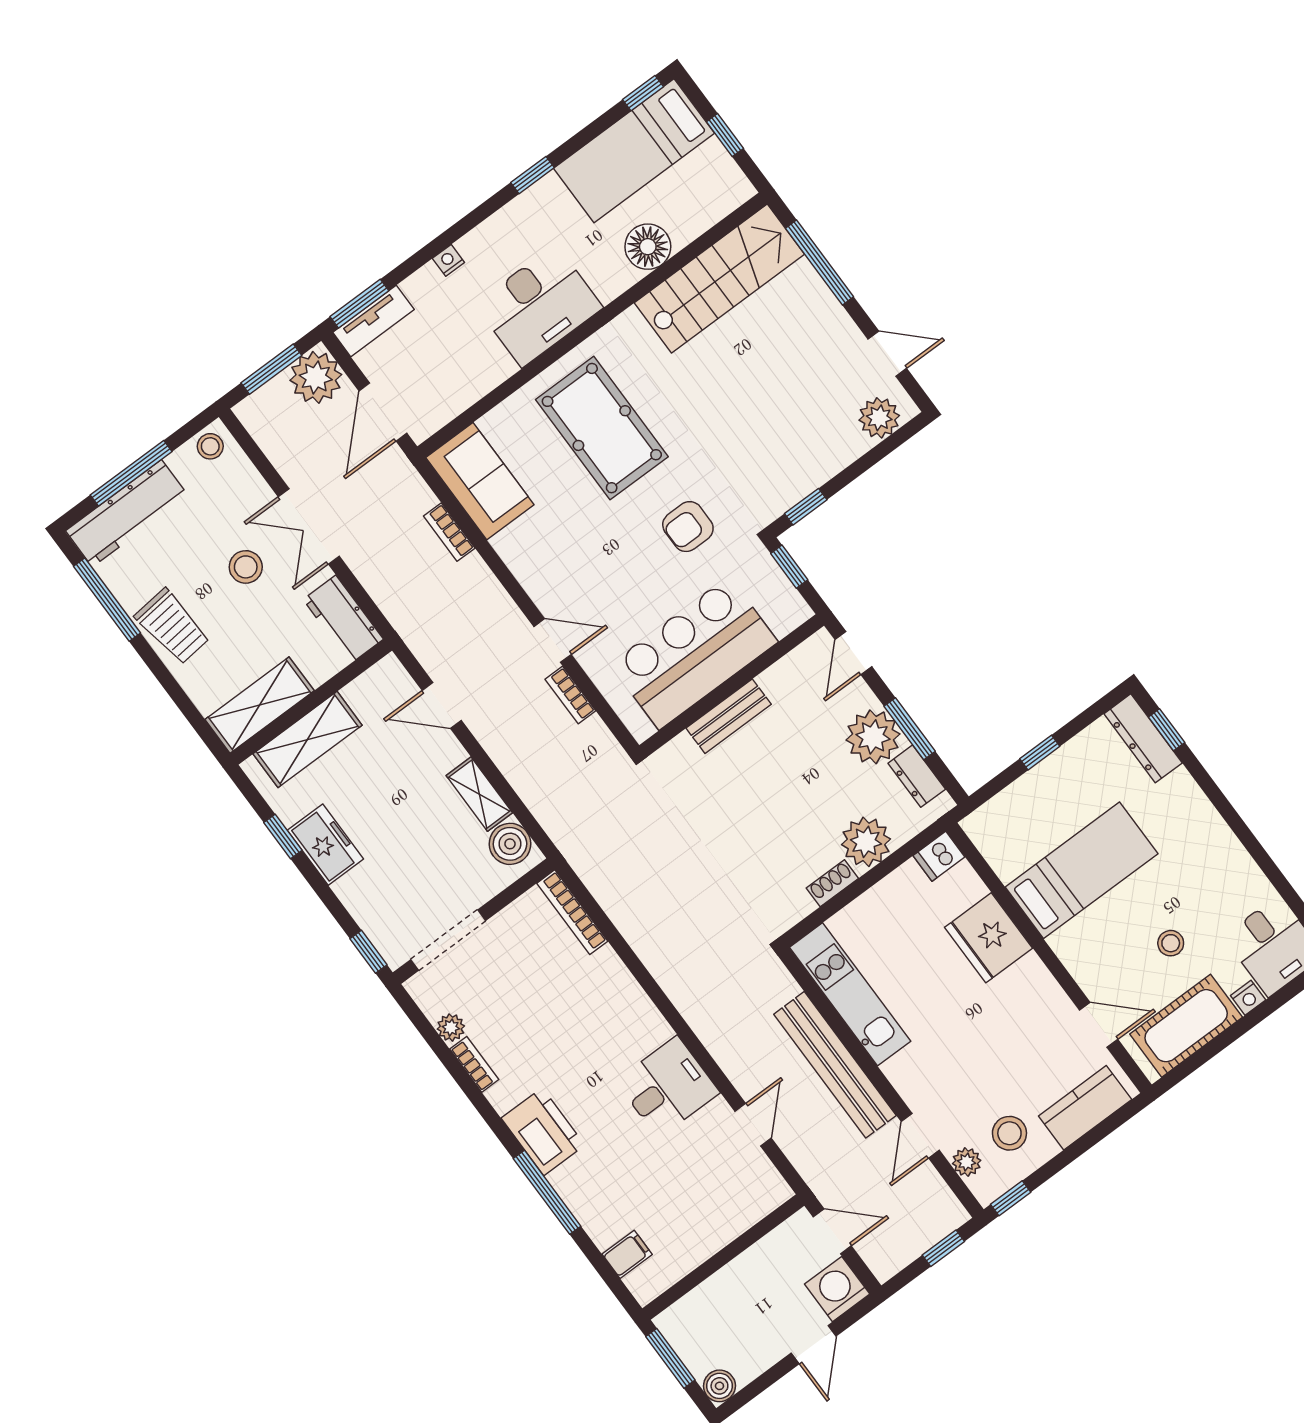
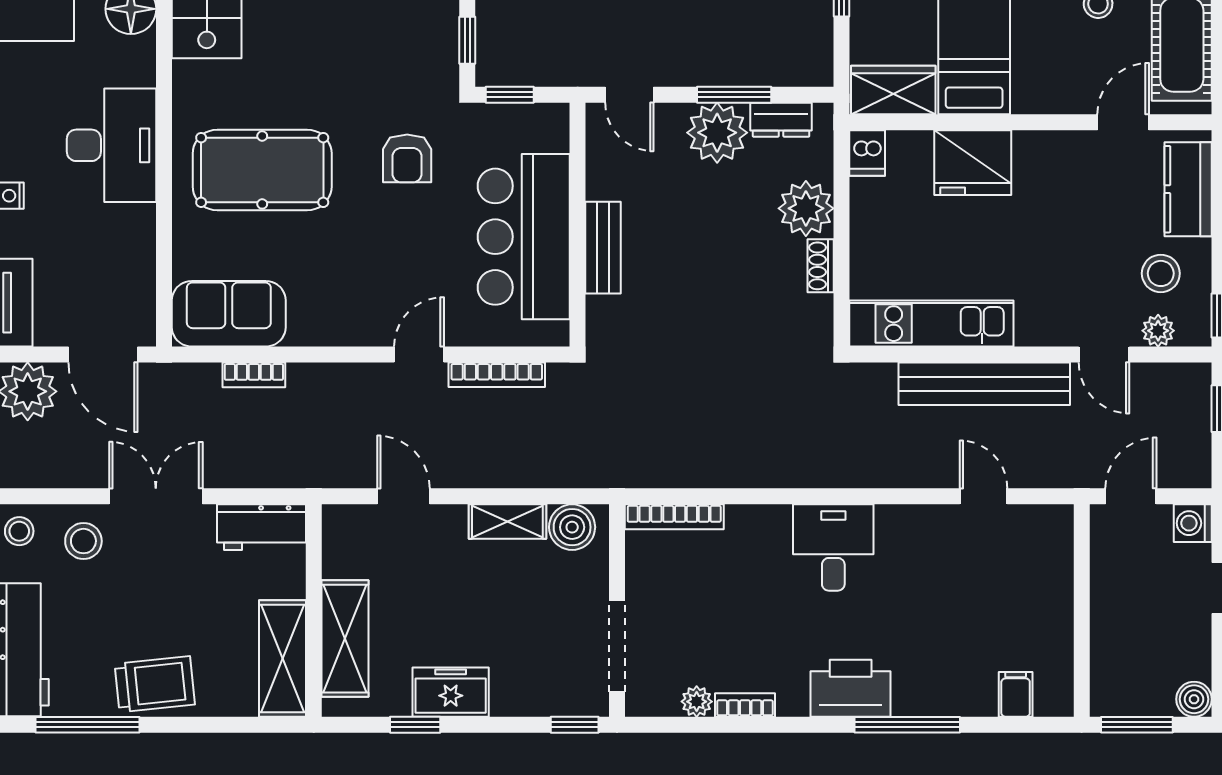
double door: (309, 526) -> (156, 496), swing flipped
stool: (246, 567) -> (83, 541), moved
bookcase: (570, 695) -> (497, 375), width x1.56
door: (442, 705) -> (403, 496), swing flipped
wardrobe: (998, 841) -> (893, 90), added
desk: (668, 1087) -> (833, 547), moved
washing machine: (837, 1289) -> (1193, 523), width x0.73, depth x0.73

